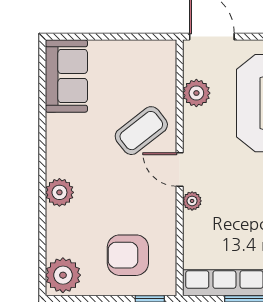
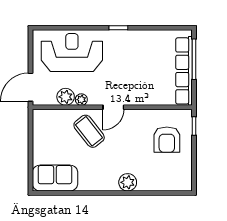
plant: (192, 201) -> (81, 100), moved
plant: (63, 275) -> (179, 180), removed

